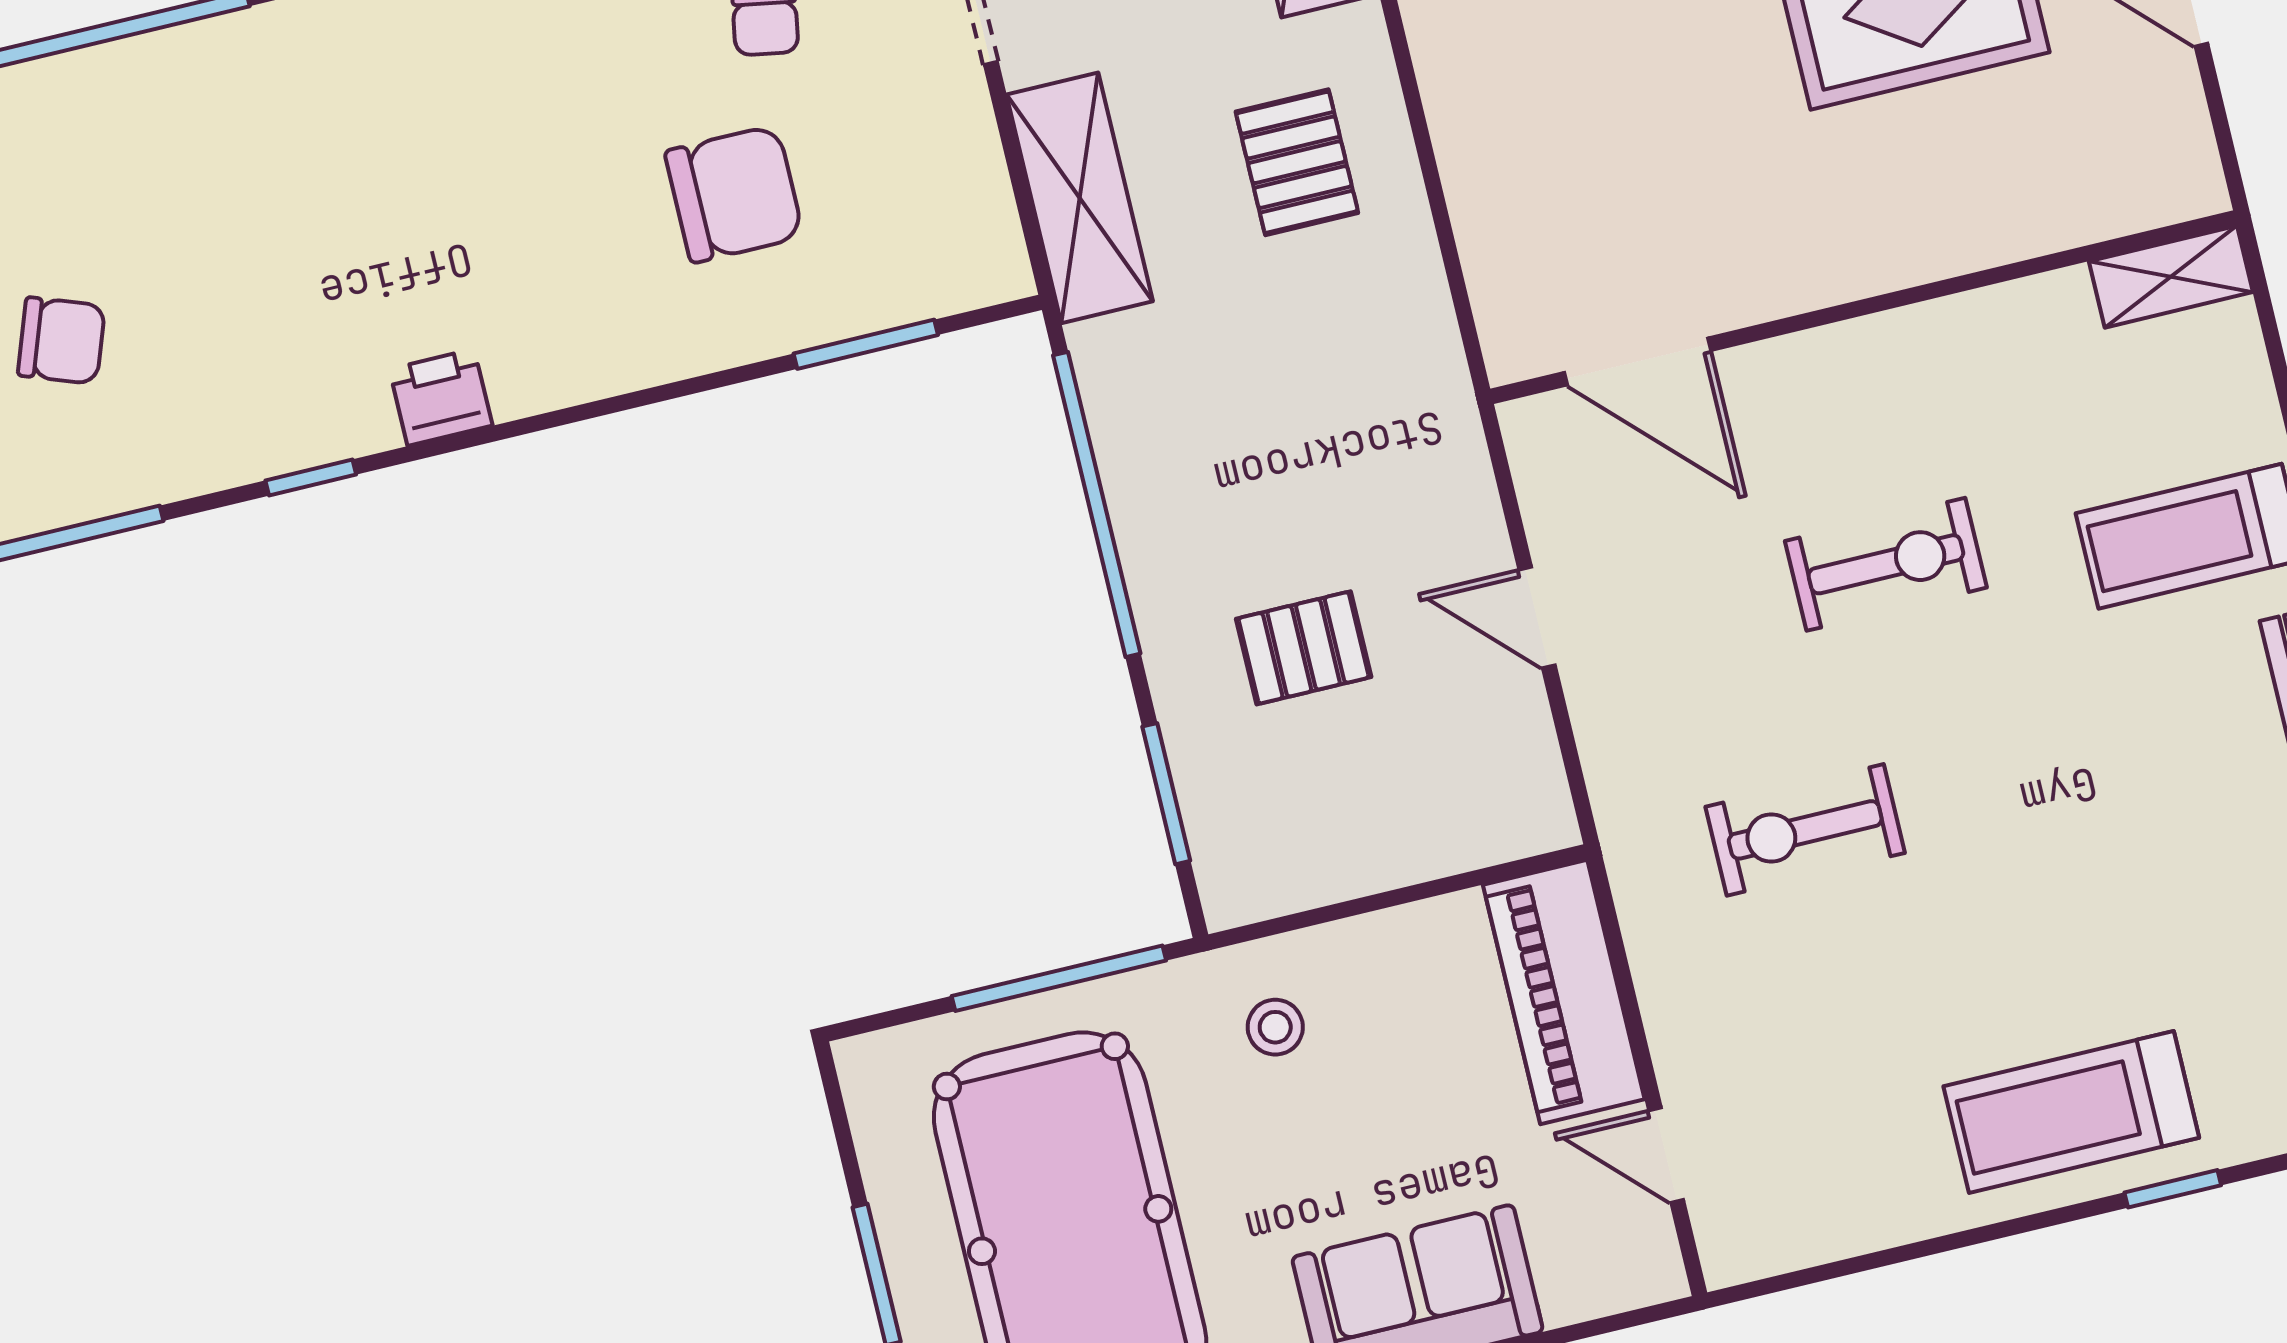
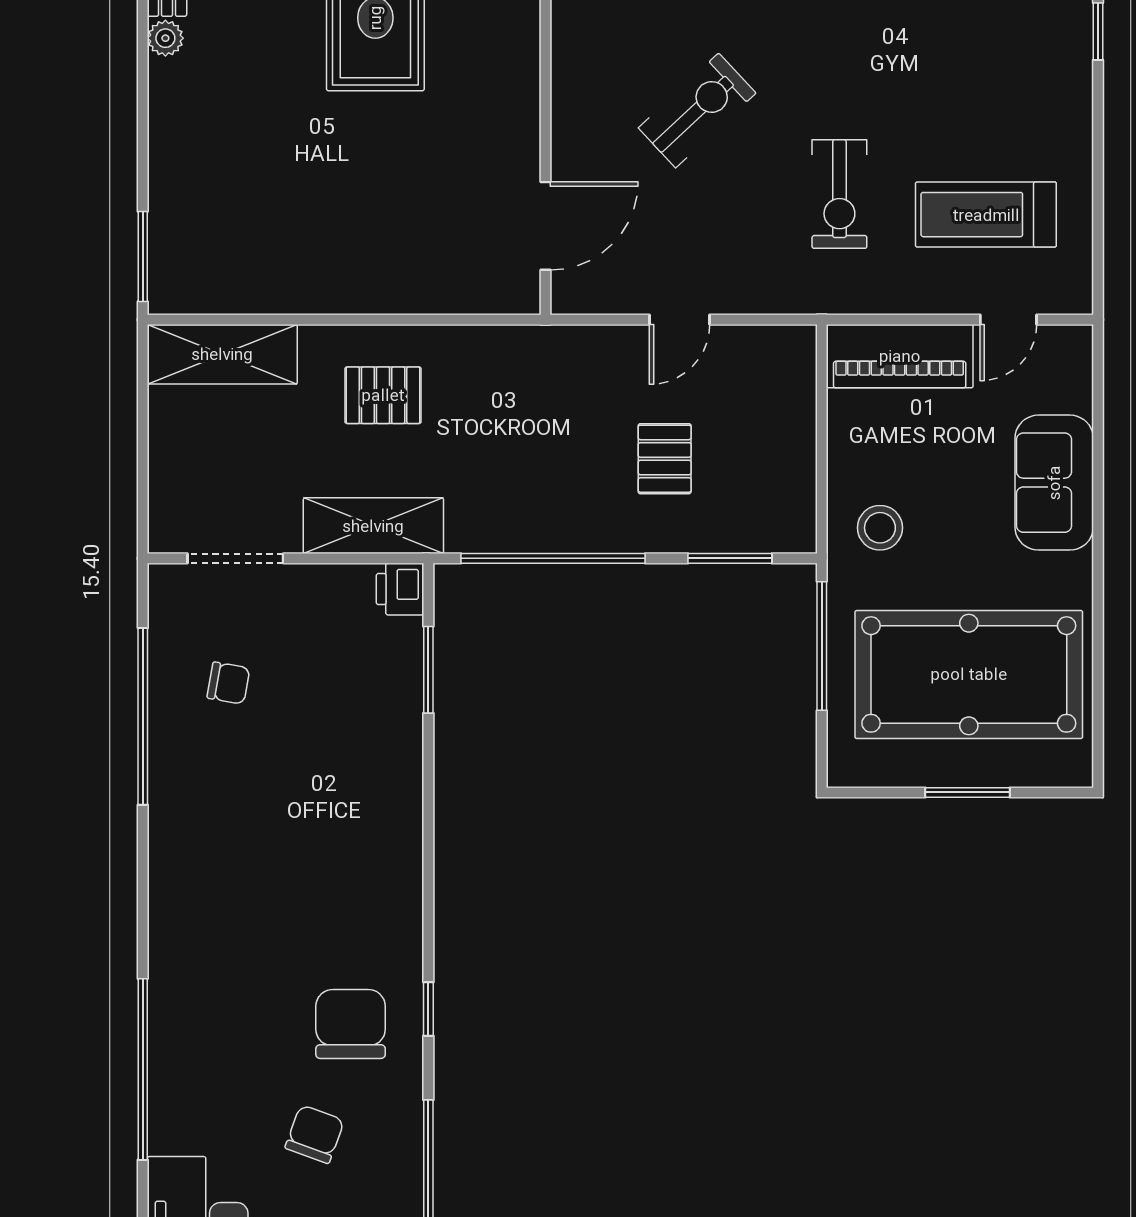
chair: (734, 194) -> (351, 1024), moved
printer: (441, 397) -> (400, 589), moved
exercise bike: (1886, 564) -> (697, 111), turned 47
stool: (1275, 1027) -> (880, 528), width x1.37, depth x1.37
treadmill: (2071, 1112) -> (986, 215), moved, turned 90

